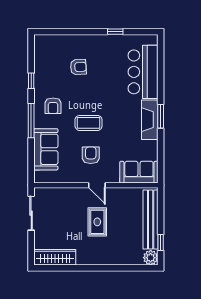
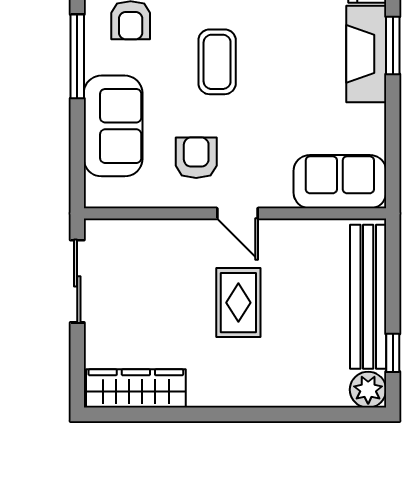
coffee table: (89, 123) -> (217, 62), turned 90
armchair: (91, 155) -> (196, 158), moved

